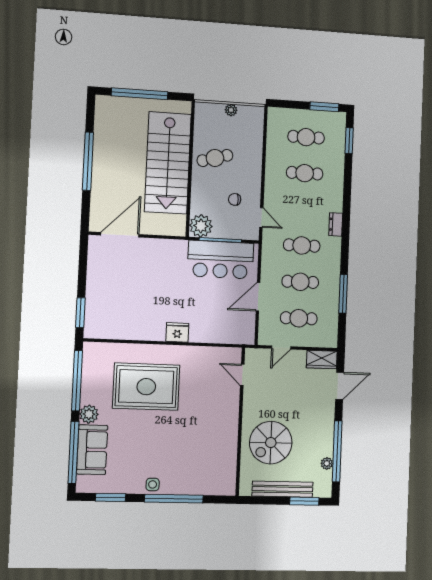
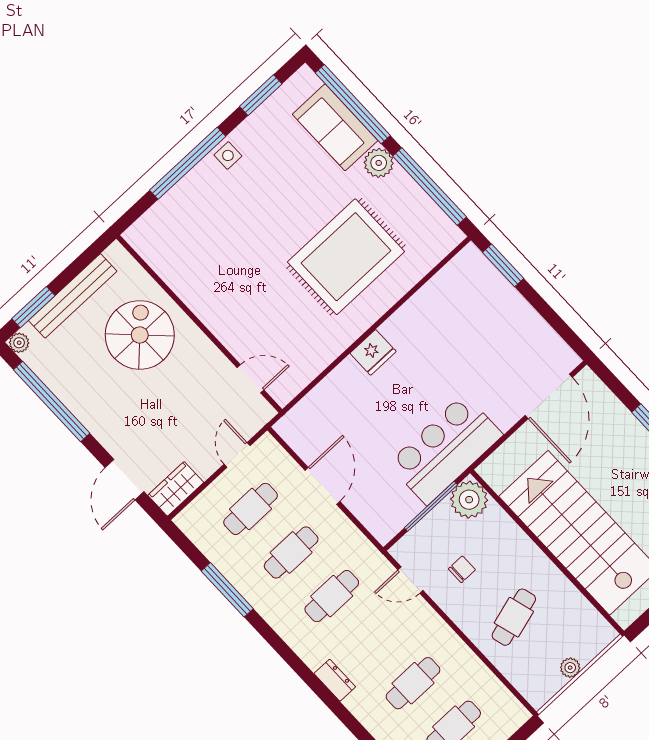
cafe table: (215, 158) -> (514, 617), moved
dresser: (336, 224) -> (335, 680), moved
bar counter: (221, 260) -> (445, 449), moved
plant: (327, 463) -> (19, 343), moved

